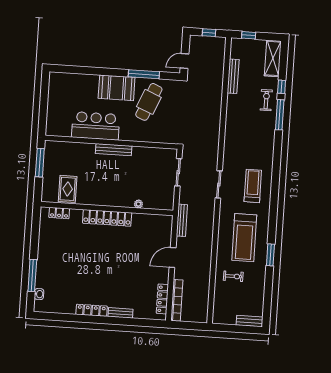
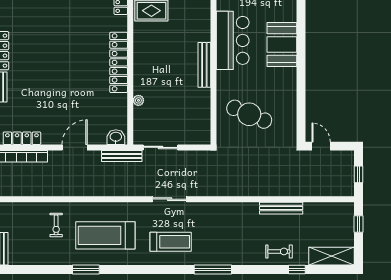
window: (144, 74) -> (301, 96), removed
bench: (233, 76) -> (281, 208), moved
booth: (117, 88) -> (282, 44), moved
cafe table: (149, 102) -> (249, 114), moved
window: (280, 115) -> (213, 270), moved
sliding door: (178, 172) -> (161, 147), moved
washbasin: (167, 224) -> (116, 137), added
door: (173, 257) -> (75, 147), hinge flipped

